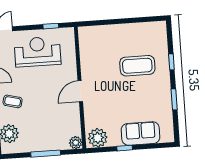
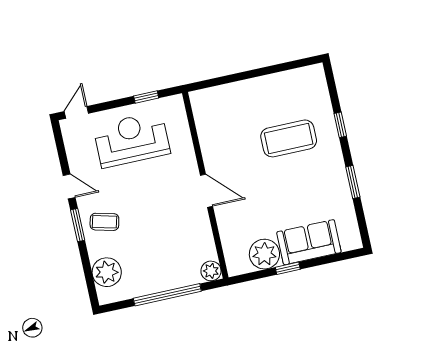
door: (80, 91) -> (207, 191), swing flipped
plant: (98, 138) -> (264, 254), moved
window: (46, 154) -> (167, 295), width x1.46

